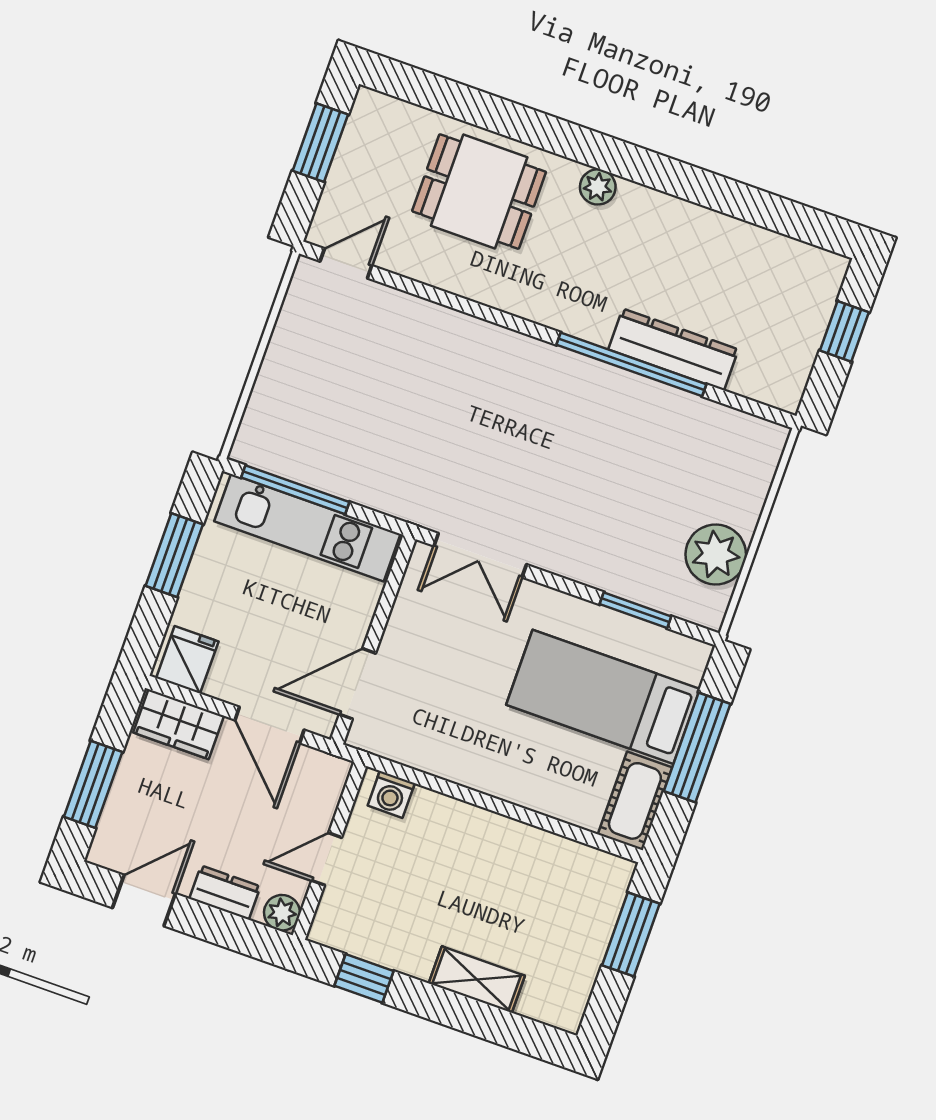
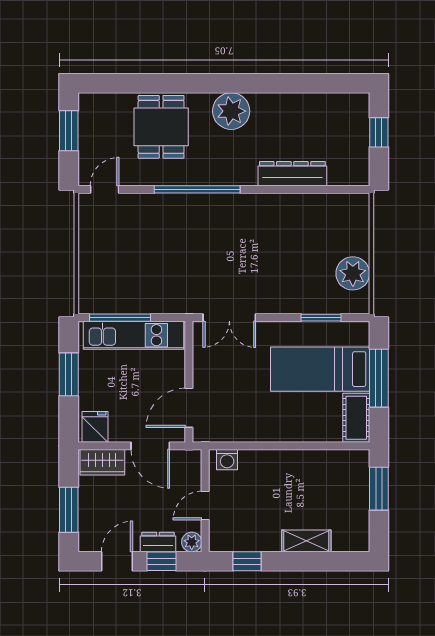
plant: (598, 187) -> (231, 111), width x1.88, depth x1.88
dining table: (479, 192) -> (161, 127), turned 90
window: (631, 364) -> (197, 189), moved
window: (219, 927) -> (162, 561), added

